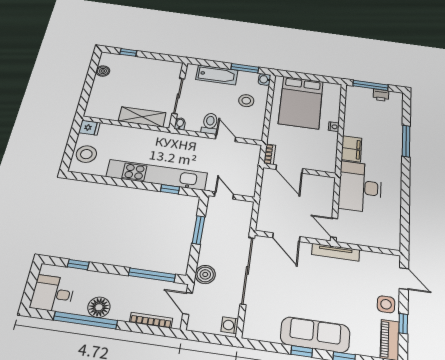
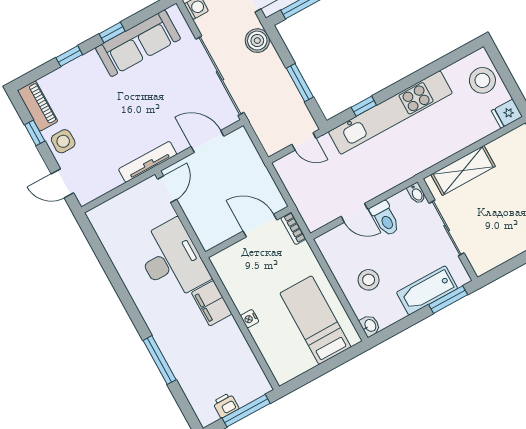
window: (245, 68) -> (448, 300), moved
bed: (301, 102) -> (315, 320), width x0.67
door: (334, 228) -> (167, 189), hinge flipped
sofa: (315, 335) -> (138, 43), moved

